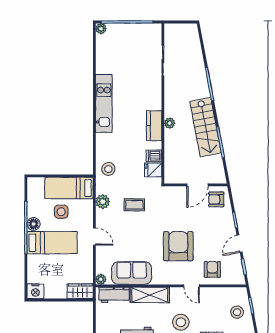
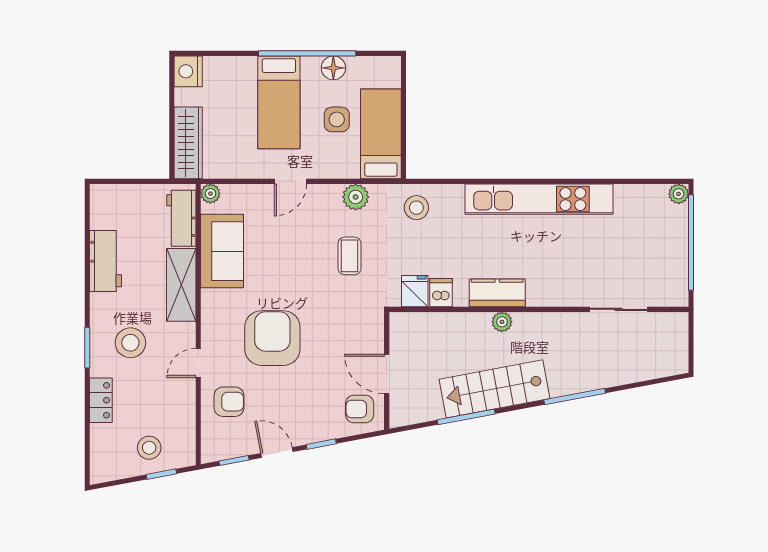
kitchen unit: (104, 103) -> (539, 199), width x1.36
armchair: (216, 199) -> (360, 409), turned -90
floor lamp: (34, 224) -> (333, 68), moved
armchair: (178, 246) -> (272, 338), turned -90
wardrobe: (80, 291) -> (188, 143), width x1.50

